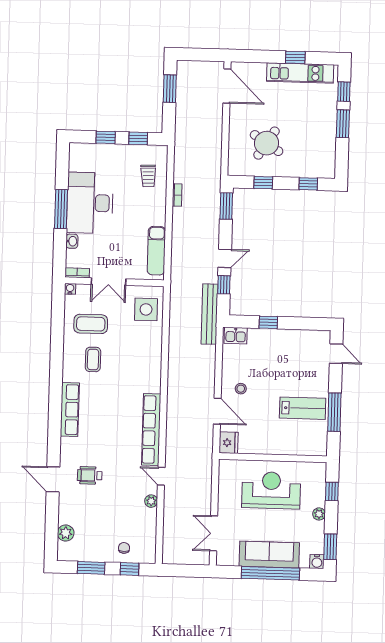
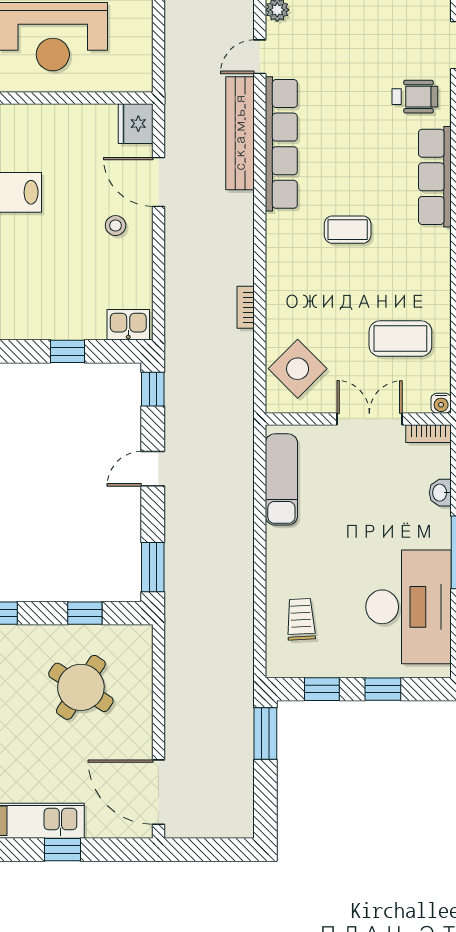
window: (295, 57) -> (62, 850), moved
window: (170, 89) -> (265, 733), moved
bookcase: (177, 195) -> (246, 307), moved
desk: (90, 203) -> (409, 607), moved
window: (224, 285) -> (153, 389), moved
side table: (146, 309) -> (298, 369), turned 45
bench: (210, 314) -> (240, 133), moved
coffee table: (93, 359) -> (348, 230), moved, turned 90
wheelchair: (90, 475) -> (415, 97), moved
door: (161, 476) -> (260, 57), swing flipped

